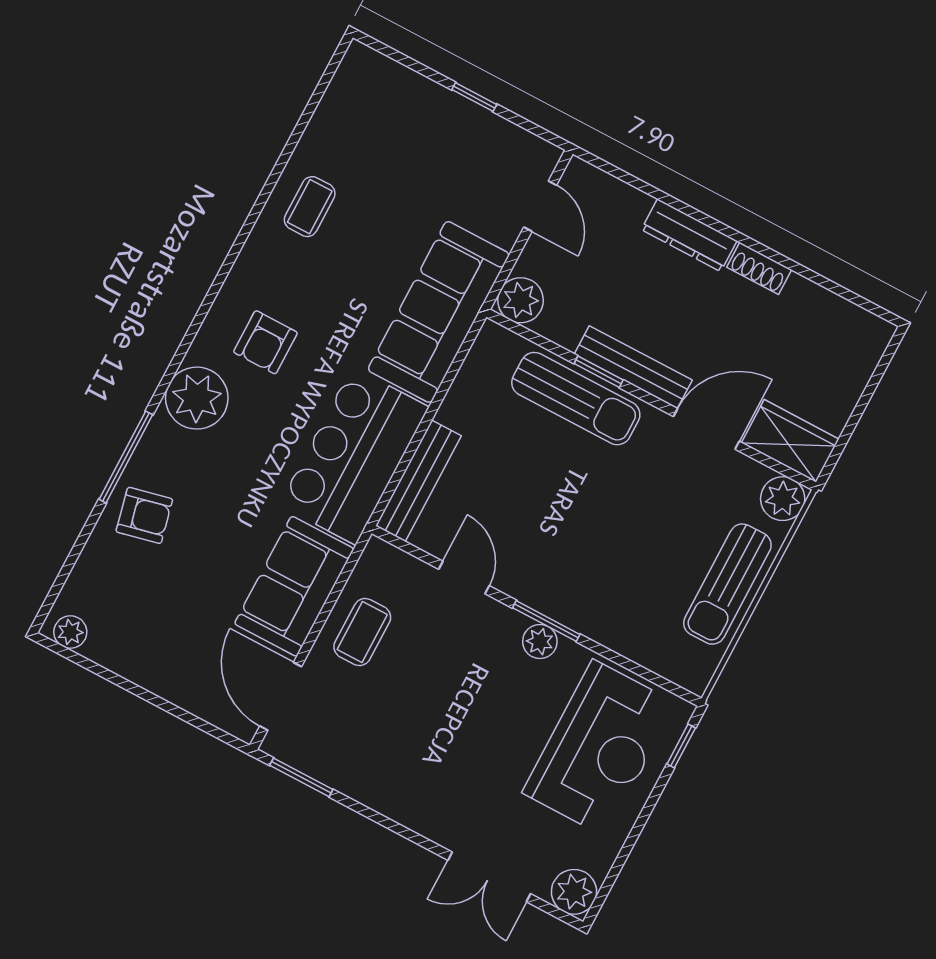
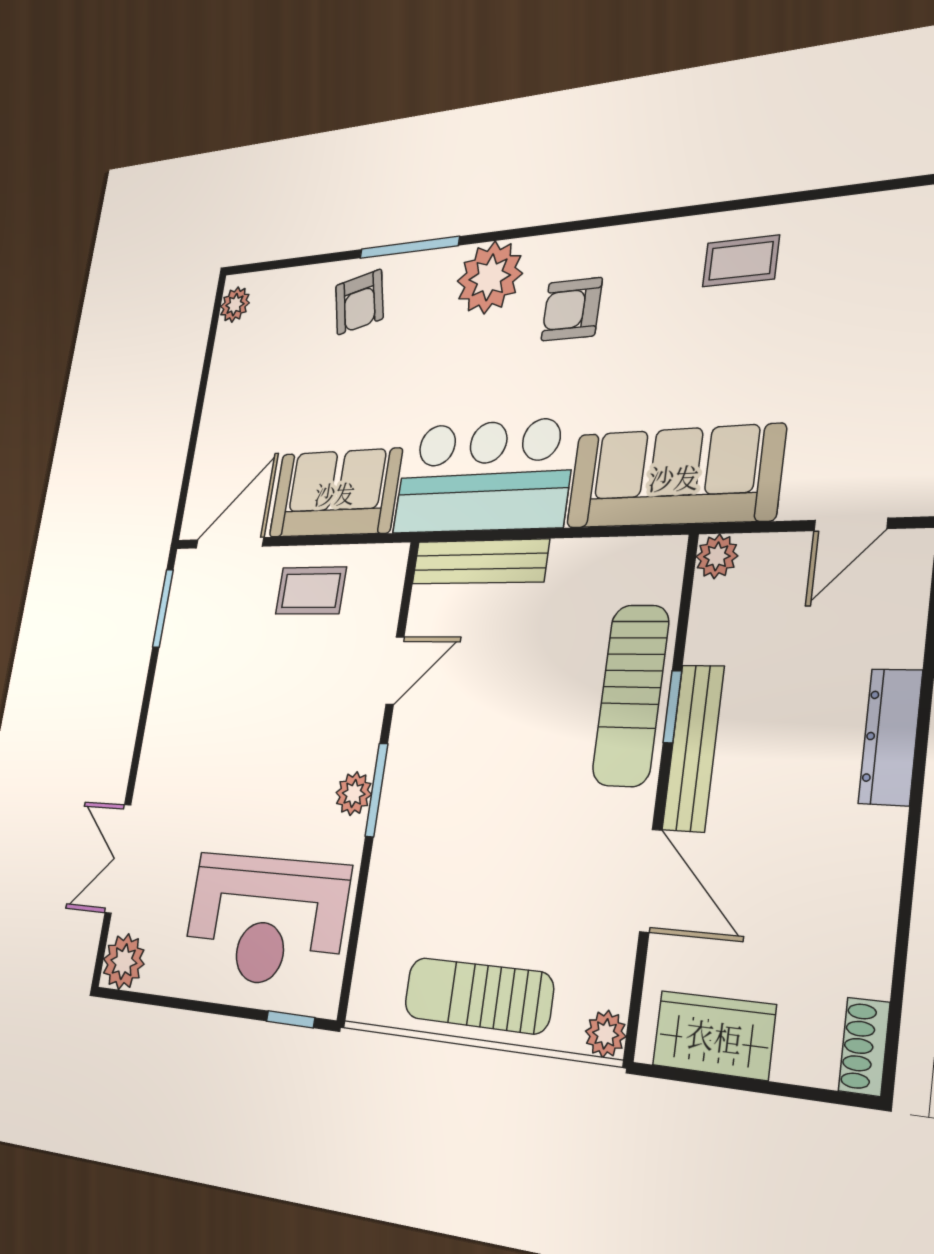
shoe rack: (759, 268) -> (864, 1047), moved
plant: (521, 300) -> (717, 556), width x0.73, depth x0.73
wardrobe: (790, 441) -> (714, 1035), moved, turned -90
plant: (783, 499) -> (606, 1034), width x0.73, depth x0.73

